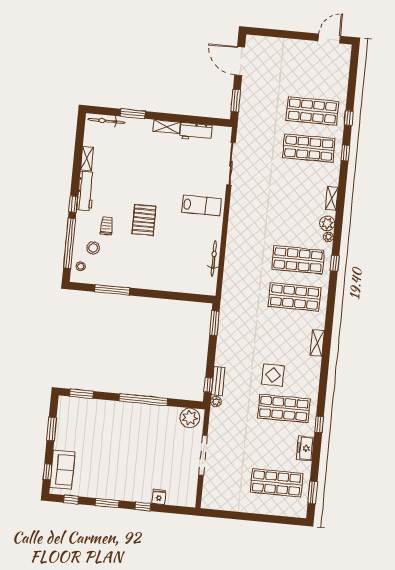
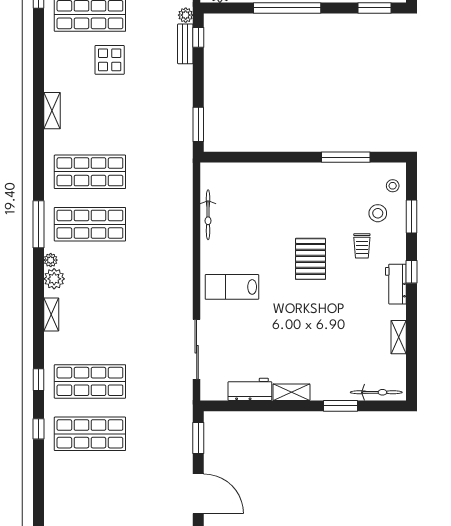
workbench: (86, 191) -> (396, 284), width x0.73
window: (69, 243) -> (411, 216), width x0.47
window: (335, 263) -> (38, 224), width x2.17

